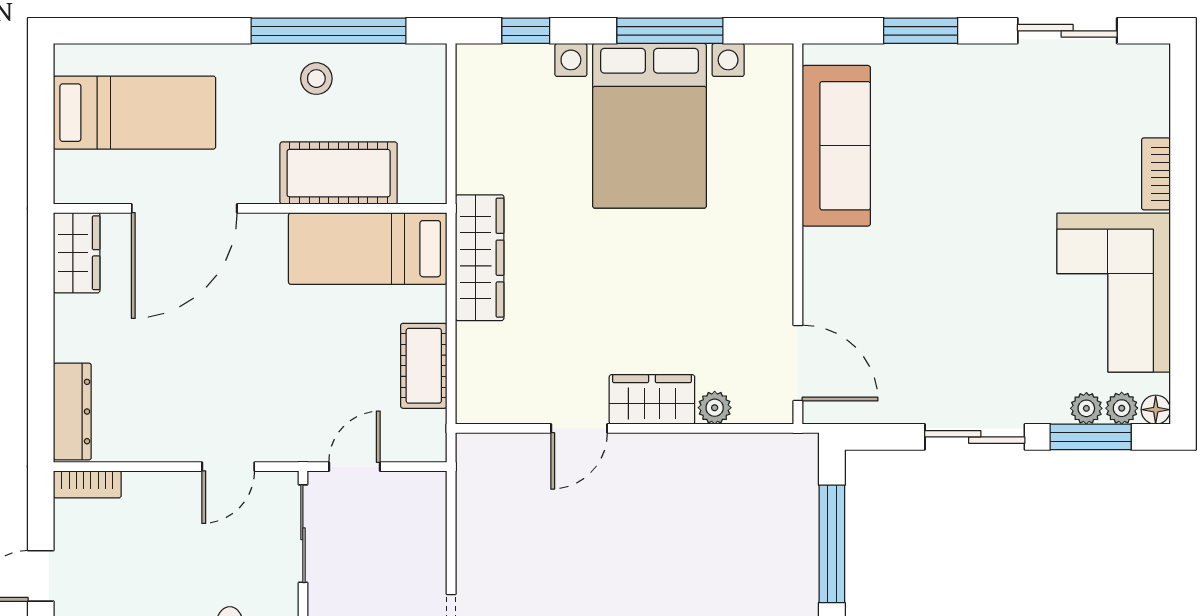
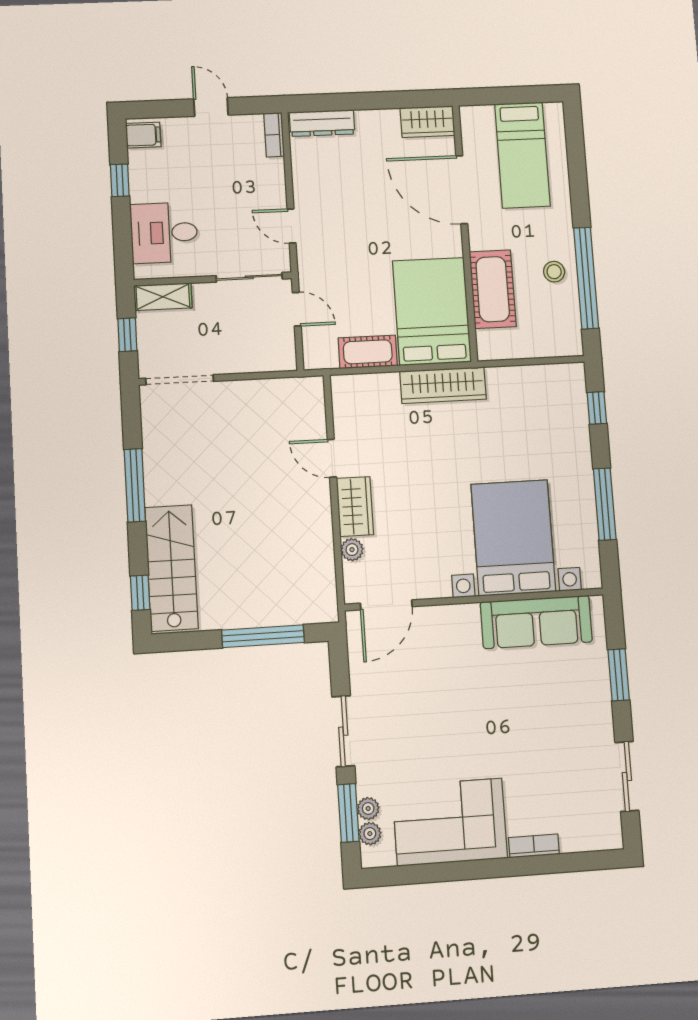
bed with nightstands: (649, 126) -> (513, 538), moved, turned 90
bed: (368, 249) -> (432, 311), width x1.50
floor lamp: (1156, 410) -> (370, 858), removed

